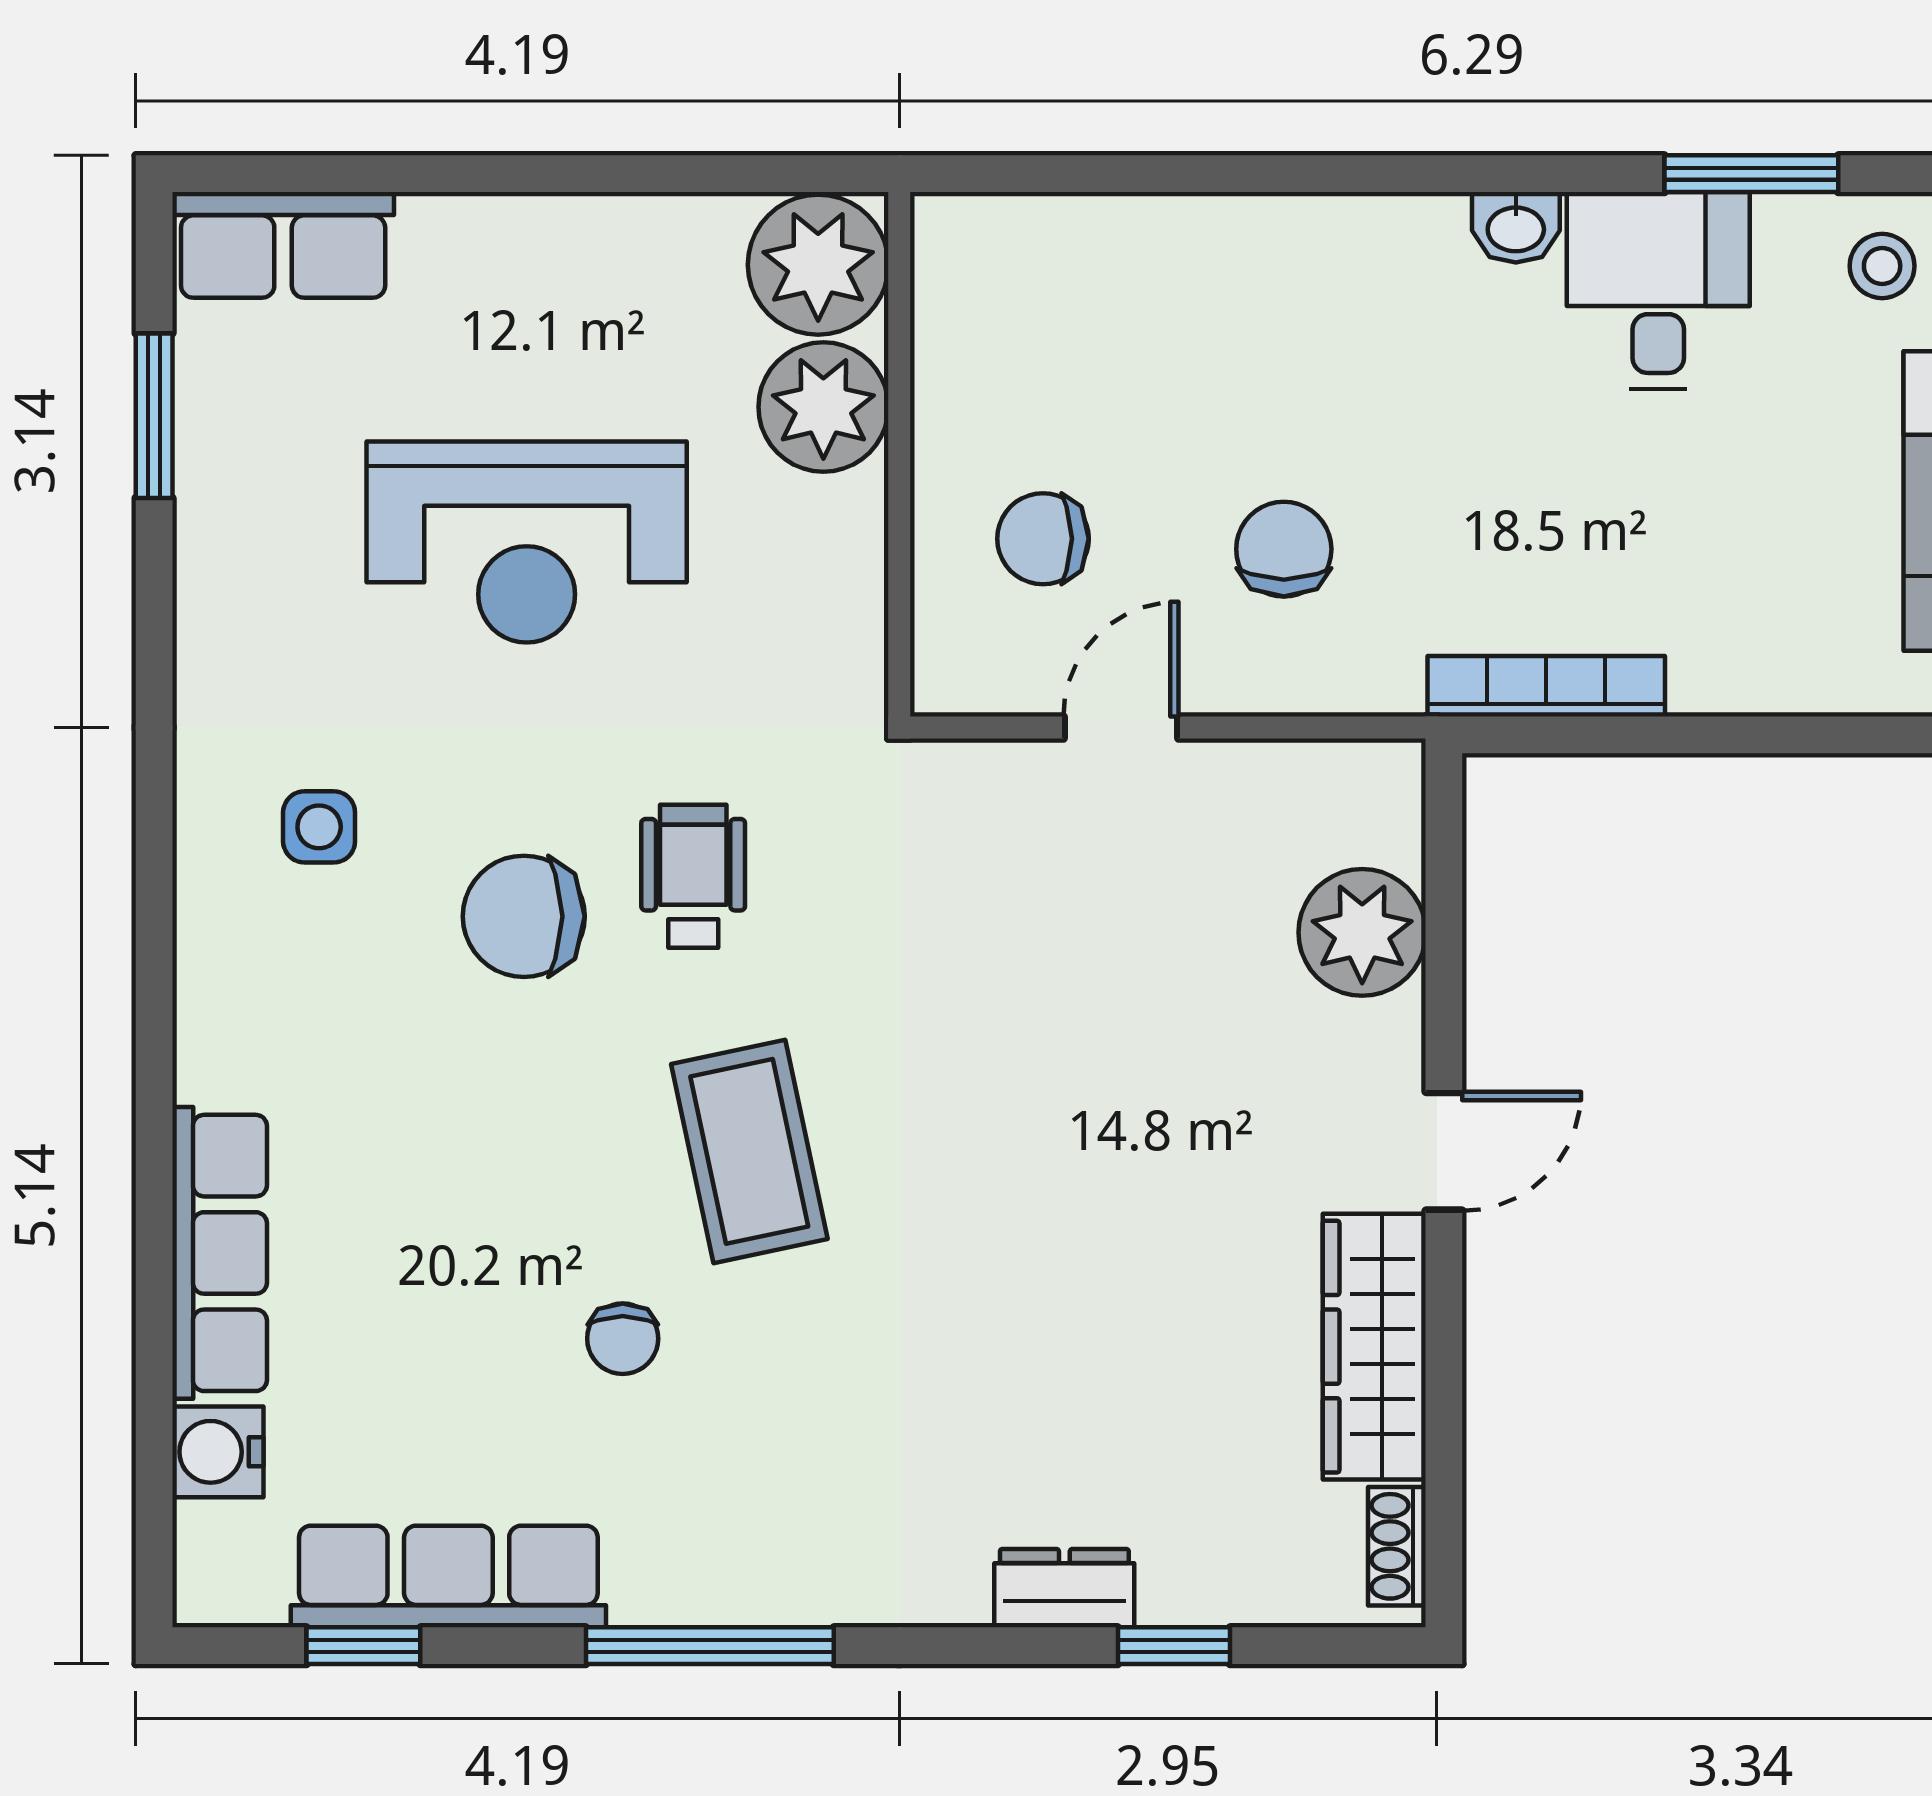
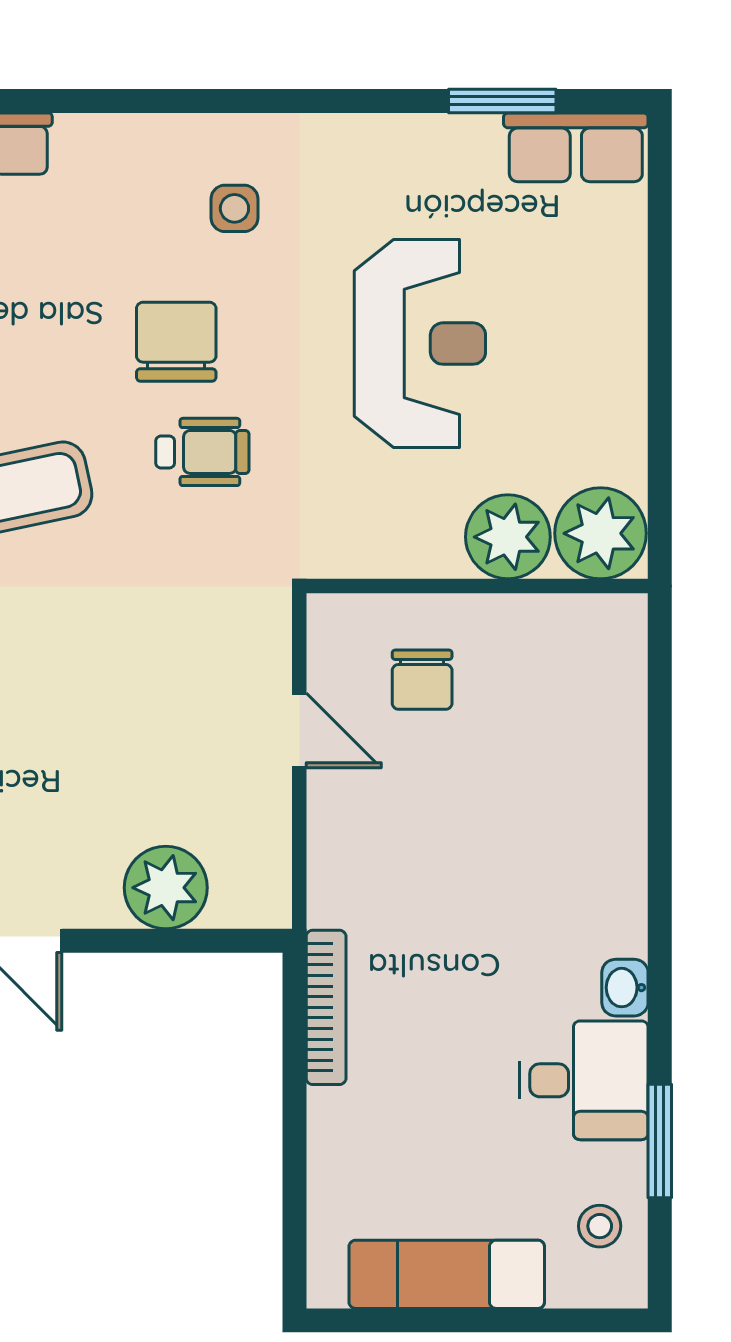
row of seats: (283, 245) -> (576, 147), moved, turned -90
chair: (1043, 539) -> (422, 680), turned 180
reception desk: (527, 542) -> (420, 344), turned 180
chair: (1284, 549) -> (415, 837), removed

